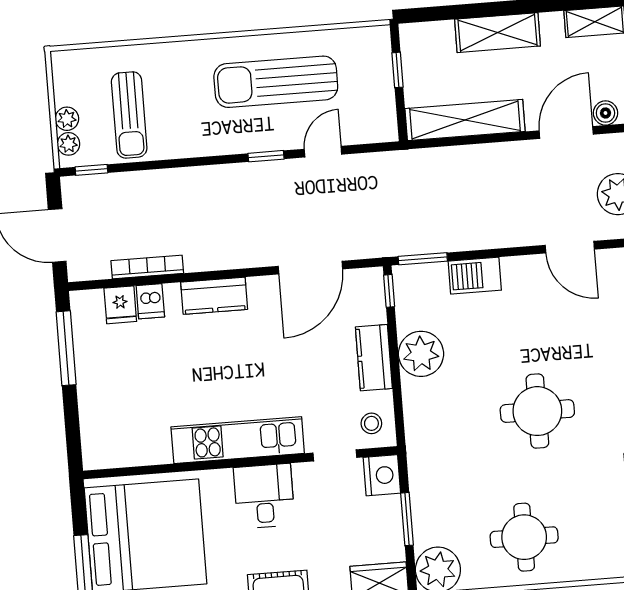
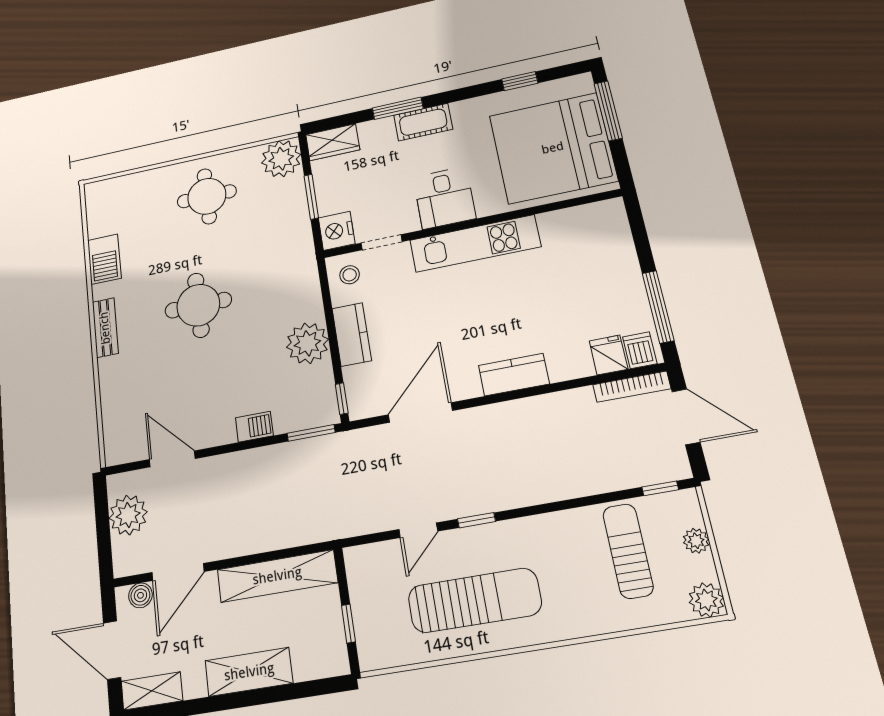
plant: (68, 144) -> (706, 600), moved, width x1.38, depth x1.38
bookcase: (147, 267) -> (632, 387), moved
barbecue: (475, 276) -> (254, 427), width x0.73, depth x0.79
dishwasher: (150, 301) -> (640, 350), moved

